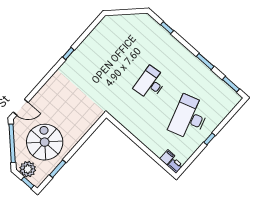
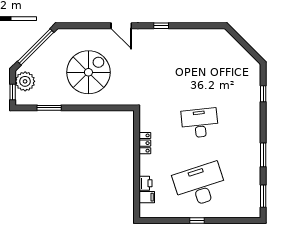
door: (21, 107) -> (121, 26), moved
locker: (133, 129) -> (145, 143), added
spiral stairs: (45, 142) -> (88, 72), moved
printer: (175, 166) -> (146, 183), moved

